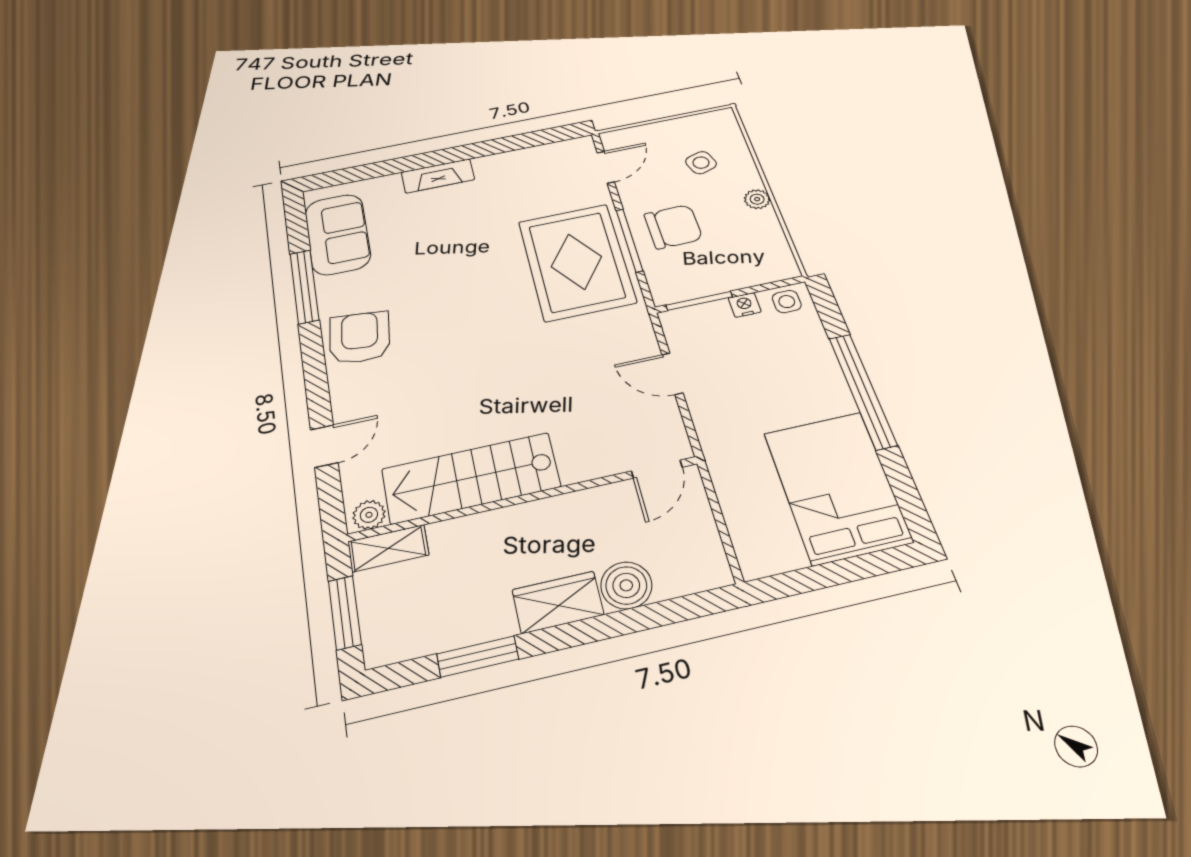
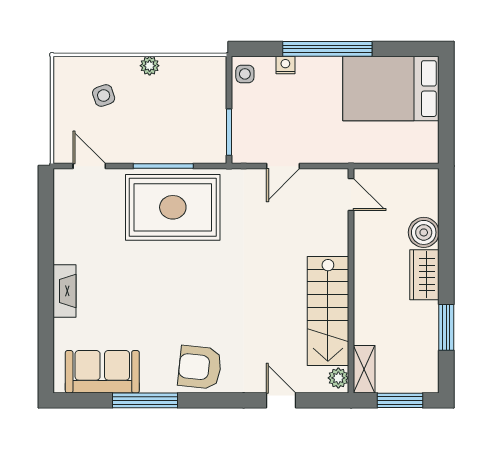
chair: (673, 227) -> (159, 132), removed
nightstand: (745, 305) -> (285, 65), moved, turned 90

